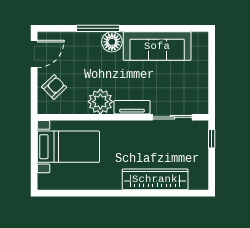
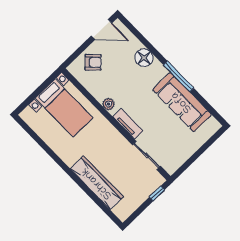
window: (98, 28) -> (179, 76), moved
floor lamp: (112, 42) -> (144, 58), moved
plant: (100, 102) -> (109, 104), width x0.53, depth x0.53

